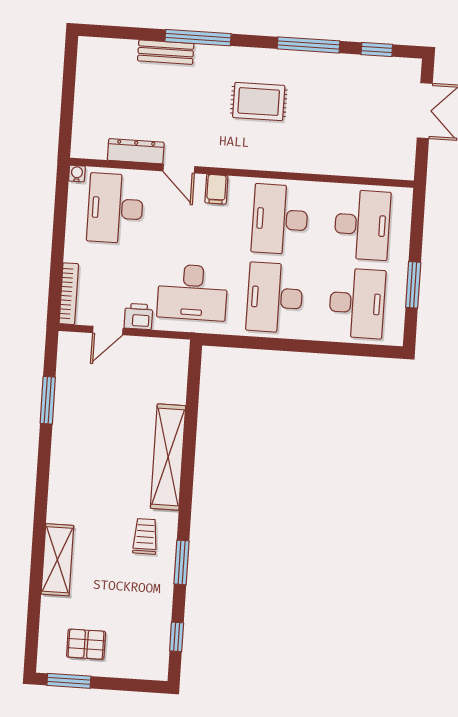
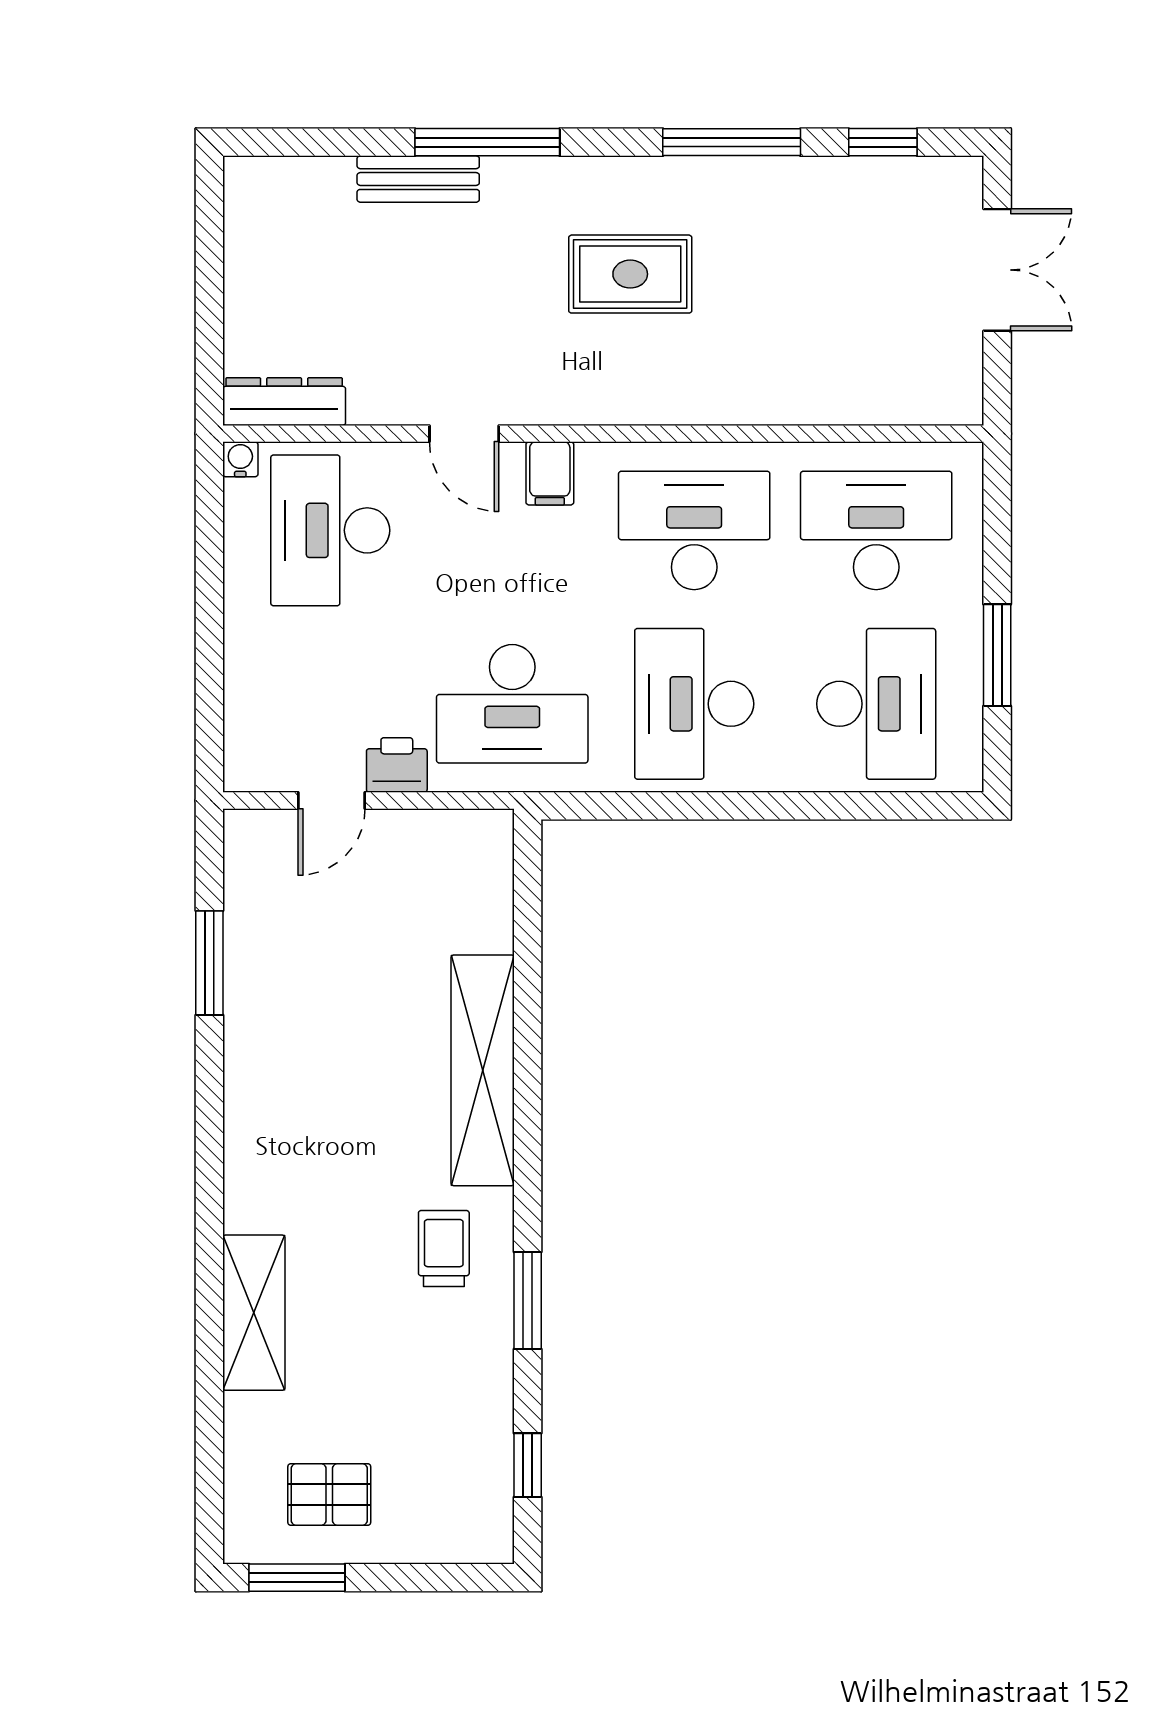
dresser: (136, 151) -> (284, 402), moved
desk: (280, 219) -> (694, 530), turned 90
desk: (362, 225) -> (876, 530), turned -90
bookcase: (69, 294) -> (240, 725), removed

